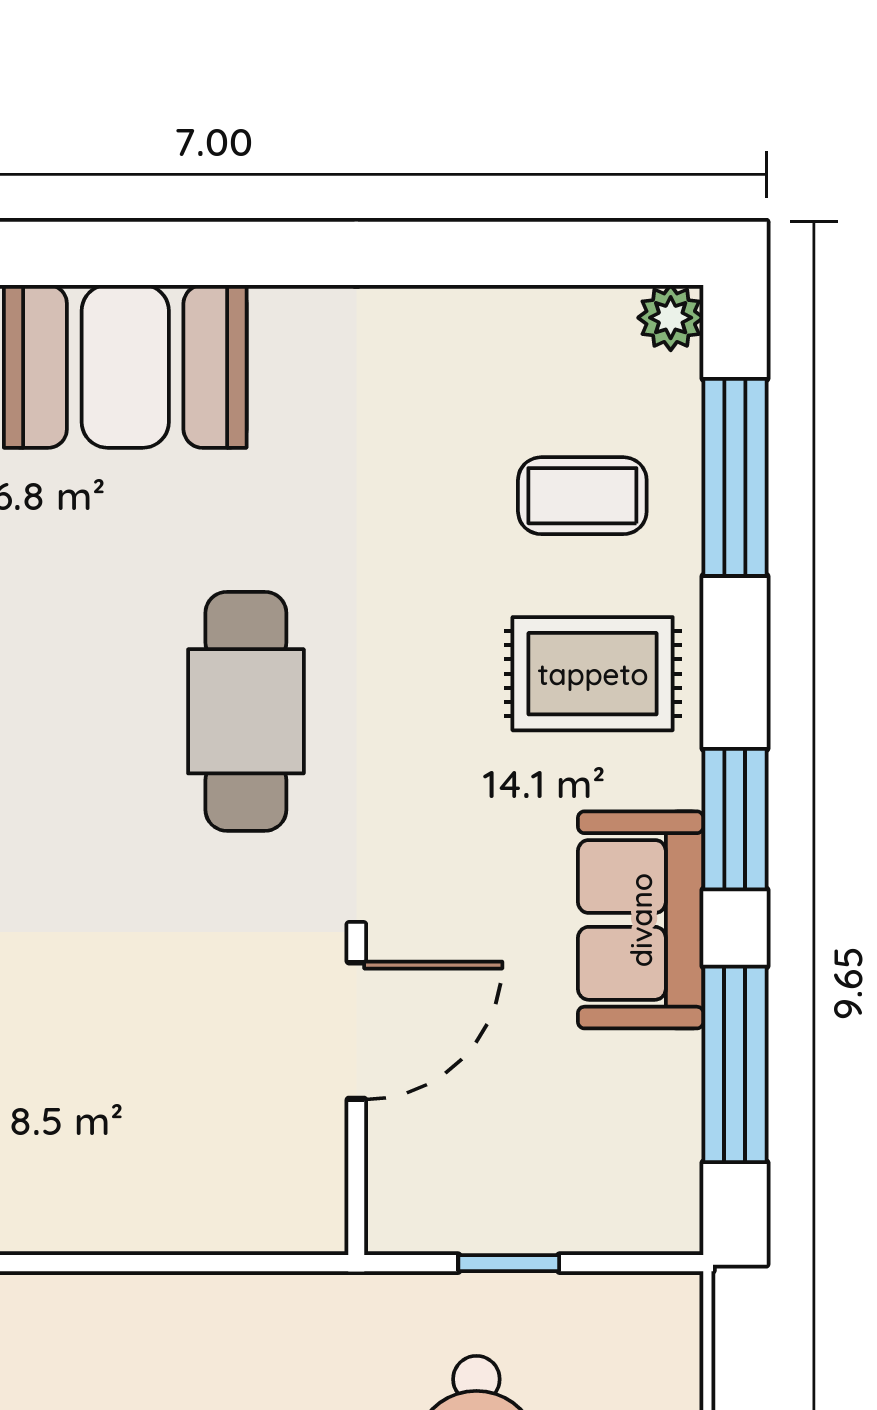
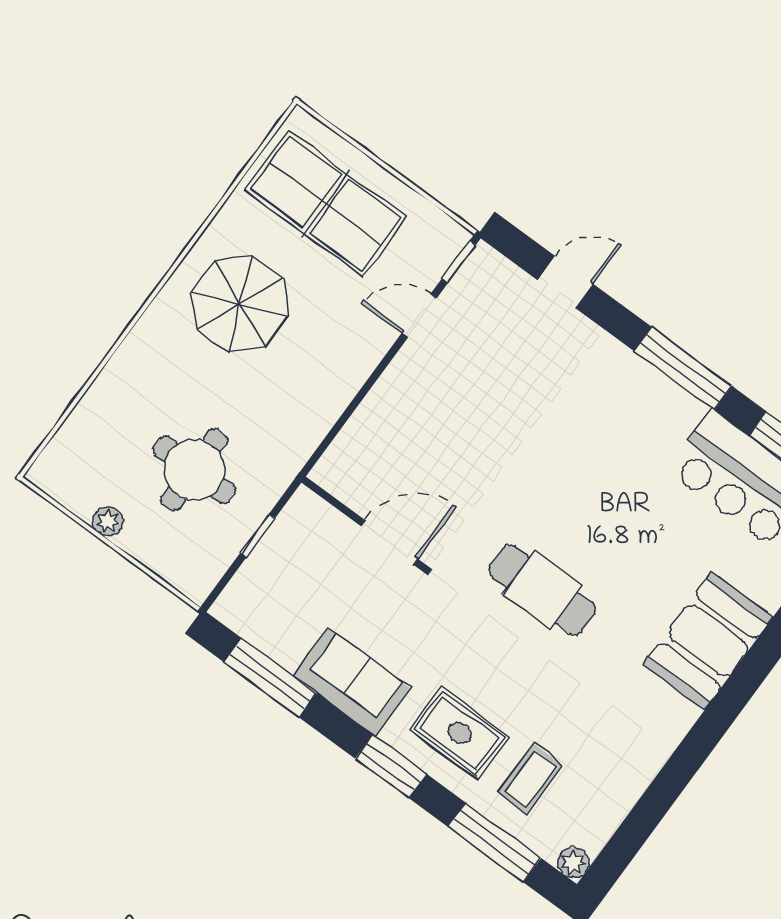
rug: (593, 674) -> (459, 733), turned 90
window: (735, 819) -> (391, 766), moved
door: (356, 1031) -> (389, 542), swing flipped

